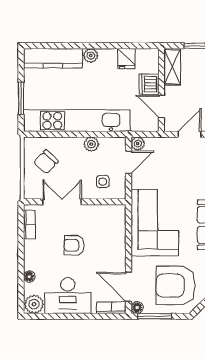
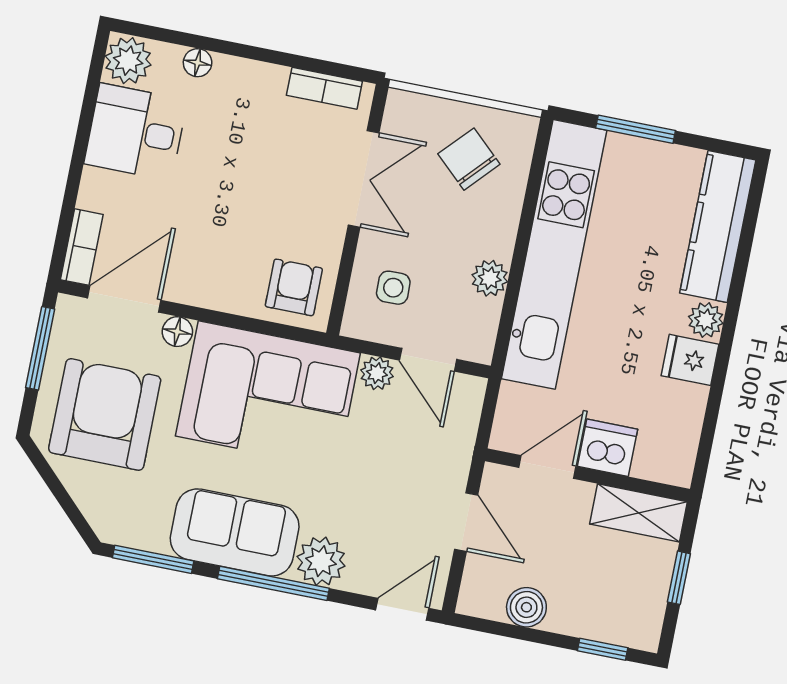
fridge: (126, 59) -> (690, 360), moved
plant: (138, 144) -> (377, 373), moved
armchair: (74, 245) -> (294, 287), moved
desk: (68, 296) -> (136, 132), width x0.73
floor lamp: (137, 308) -> (177, 332), moved

